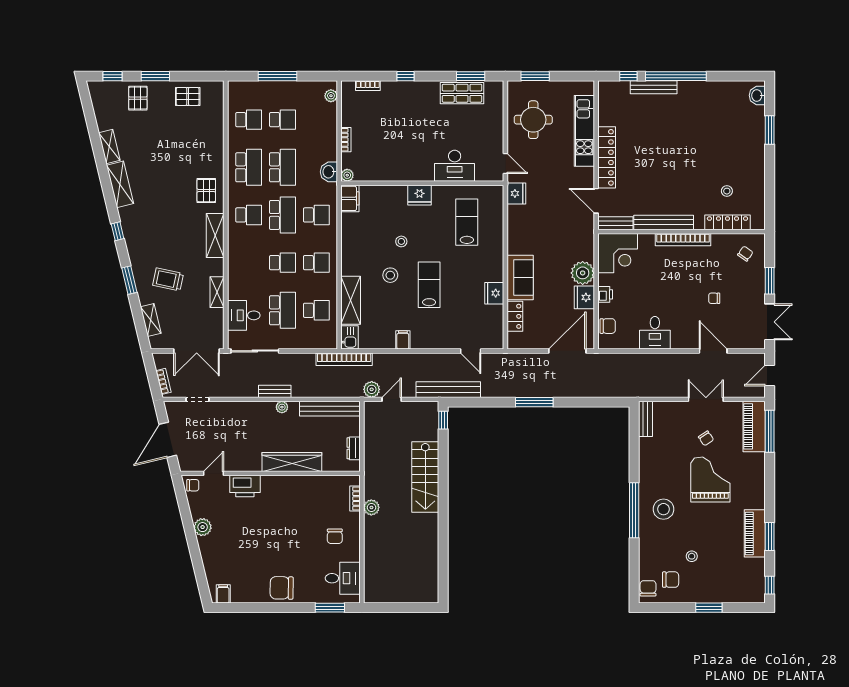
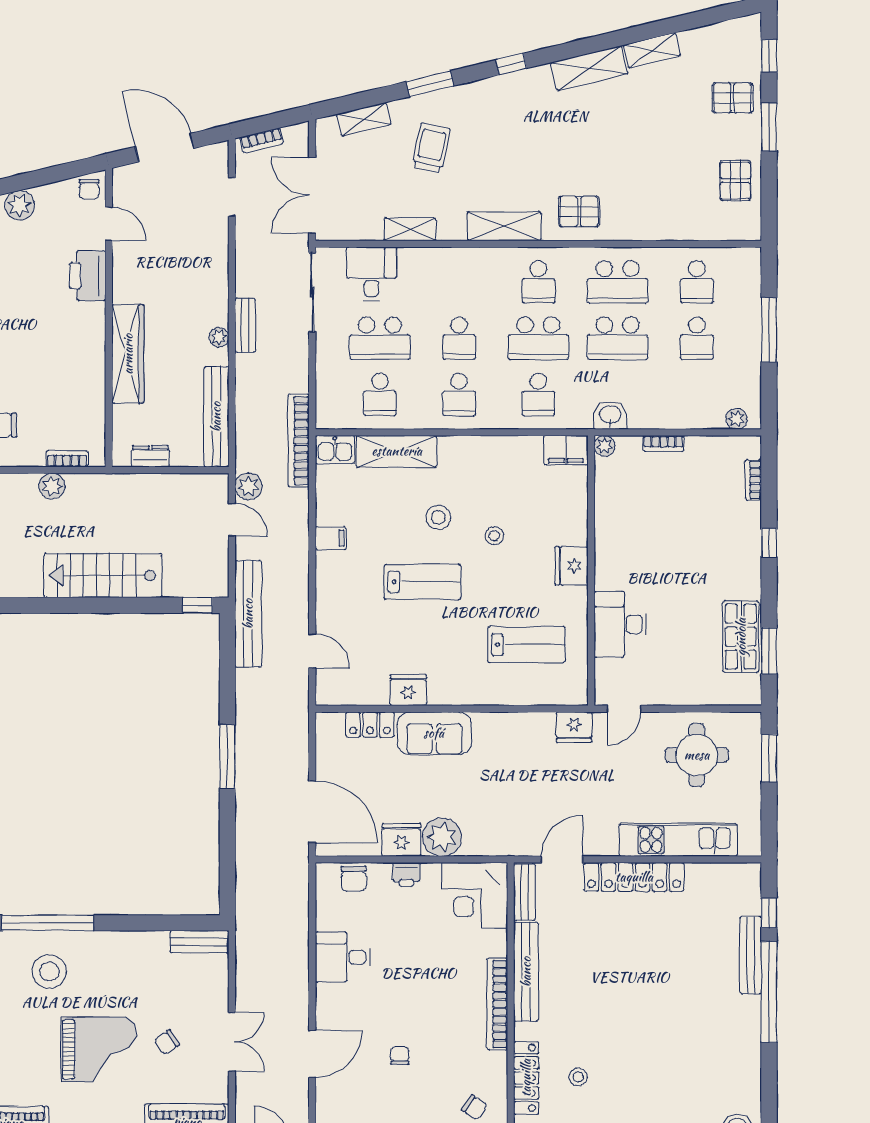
door: (471, 351) -> (312, 651), swing flipped

